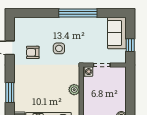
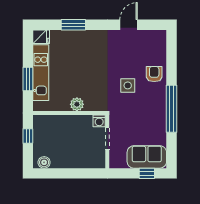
window: (130, 45) -> (147, 173), moved
armchair: (33, 52) -> (154, 74), moved

